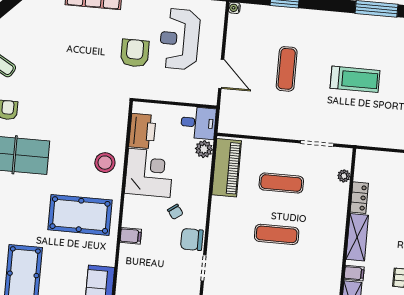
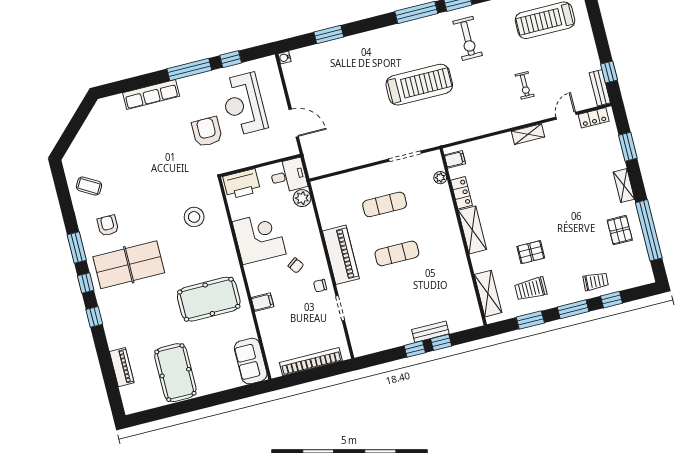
exercise mat: (287, 69) -> (353, 97), removed
treadmill: (355, 79) -> (419, 85), width x1.37, depth x1.38
printer: (142, 131) -> (242, 184), moved, turned 90
stool: (105, 163) -> (194, 217), moved
piano: (227, 168) -> (341, 255), moved
chair: (192, 239) -> (320, 286), width x0.54, depth x0.54
filing cabinet: (354, 273) -> (455, 159), moved

